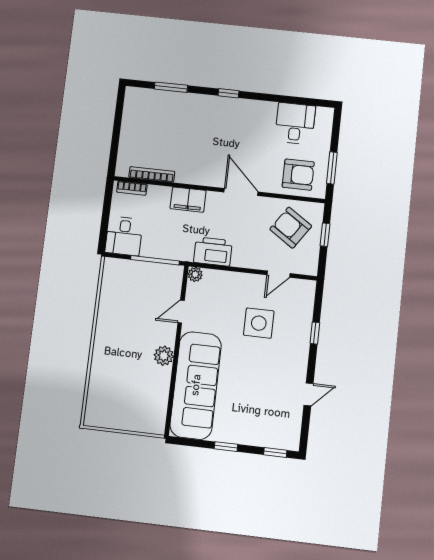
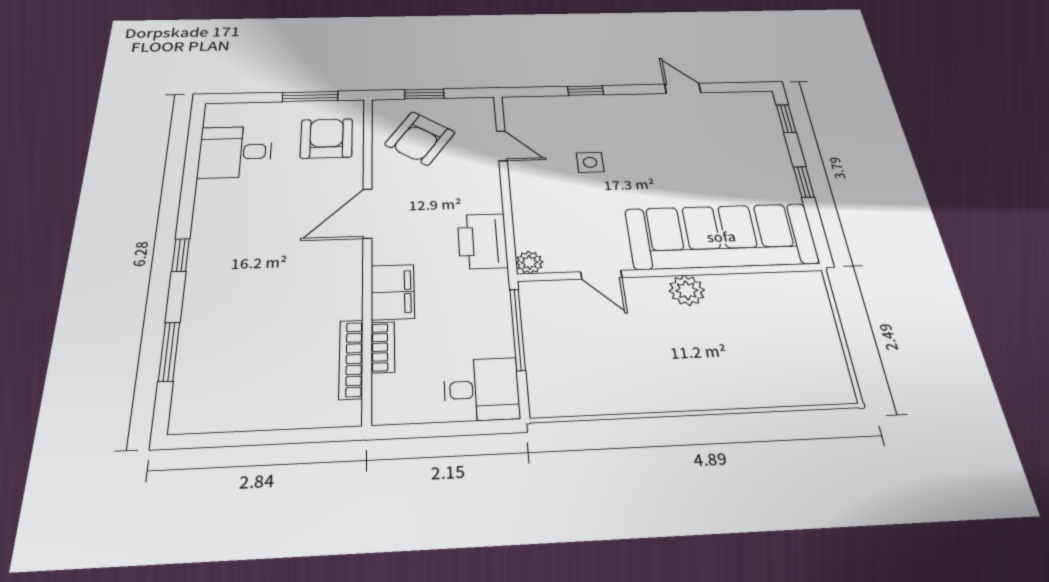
bookcase: (132, 188) -> (383, 347), moved
side table: (259, 323) -> (590, 162), width x0.54, depth x0.54

